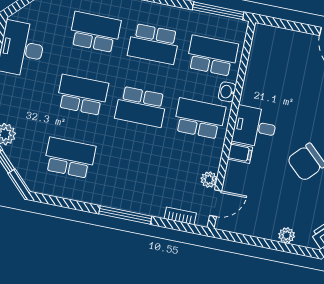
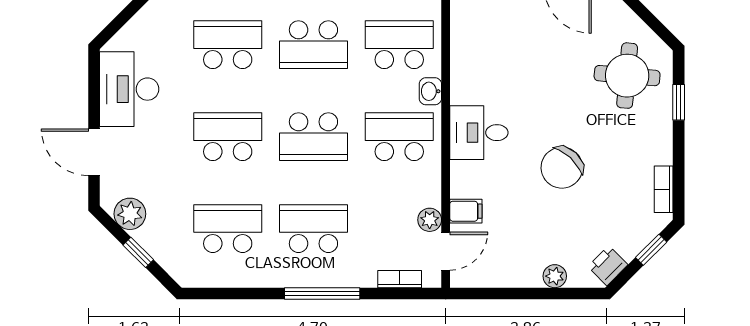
filing cabinet: (240, 153) -> (466, 211), moved
school desk: (128, 170) -> (313, 229), added

